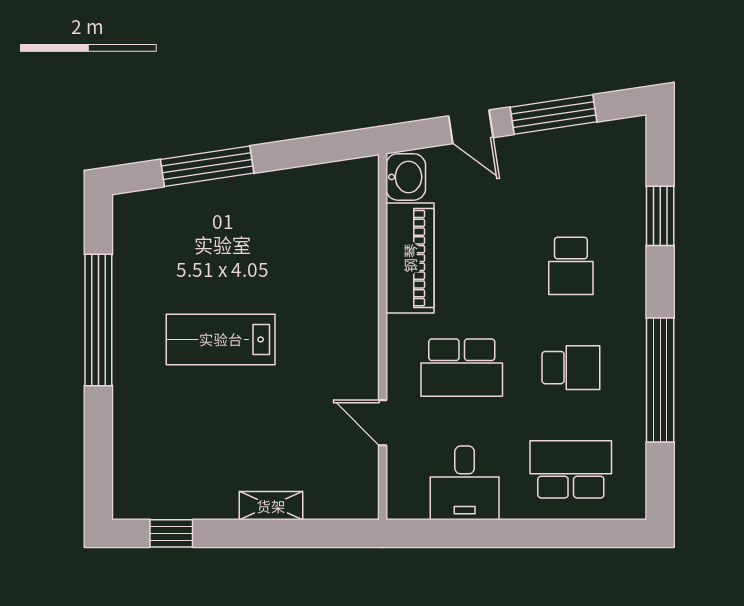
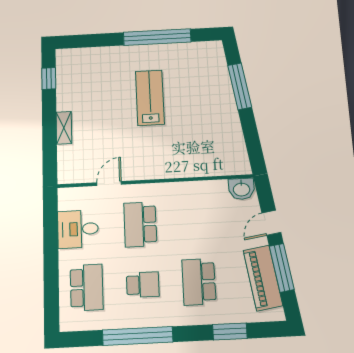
piano: (410, 258) -> (263, 278), moved, turned 81
school desk: (571, 266) -> (199, 282), width x1.85
school desk: (571, 368) -> (143, 285), turned -90

